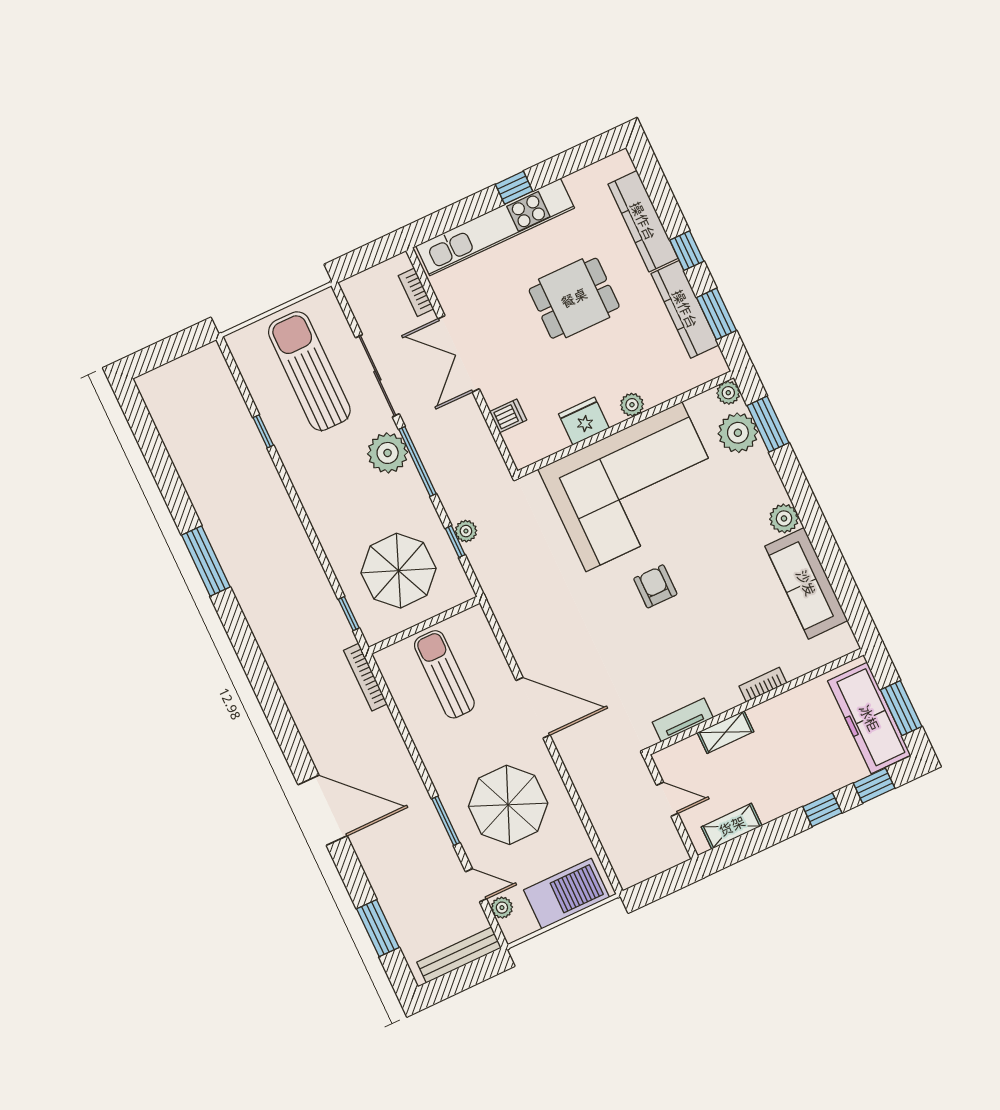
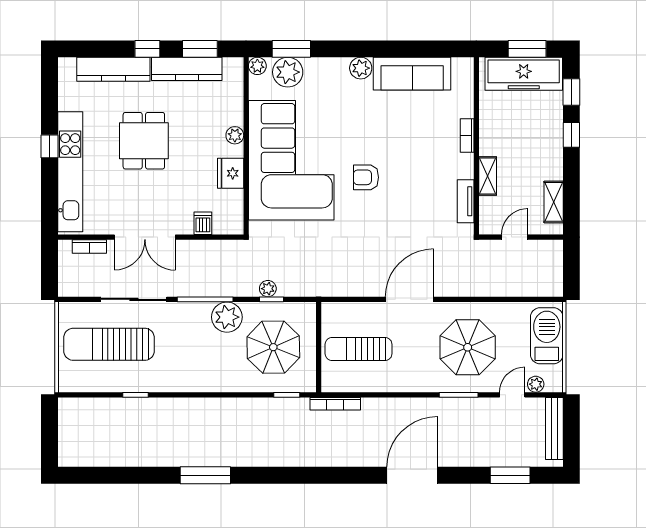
plant: (388, 453) -> (227, 317), moved

